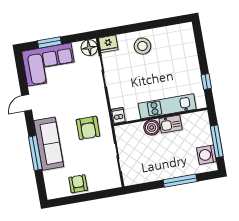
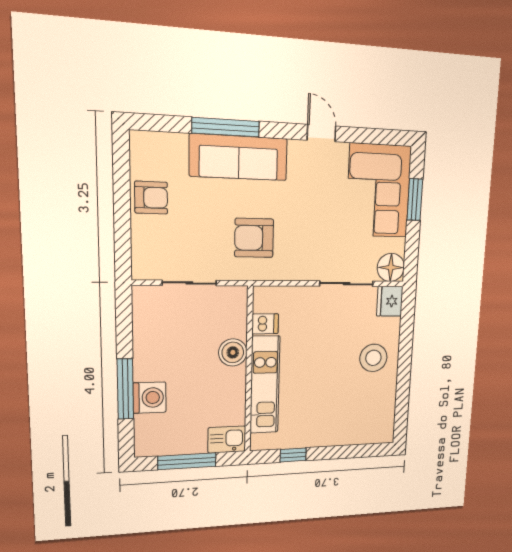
dishwasher: (118, 115) -> (265, 324), moved
kitchen sink: (171, 124) -> (227, 440), moved, turned 90
washing machine: (206, 155) -> (149, 398), moved, turned 90

